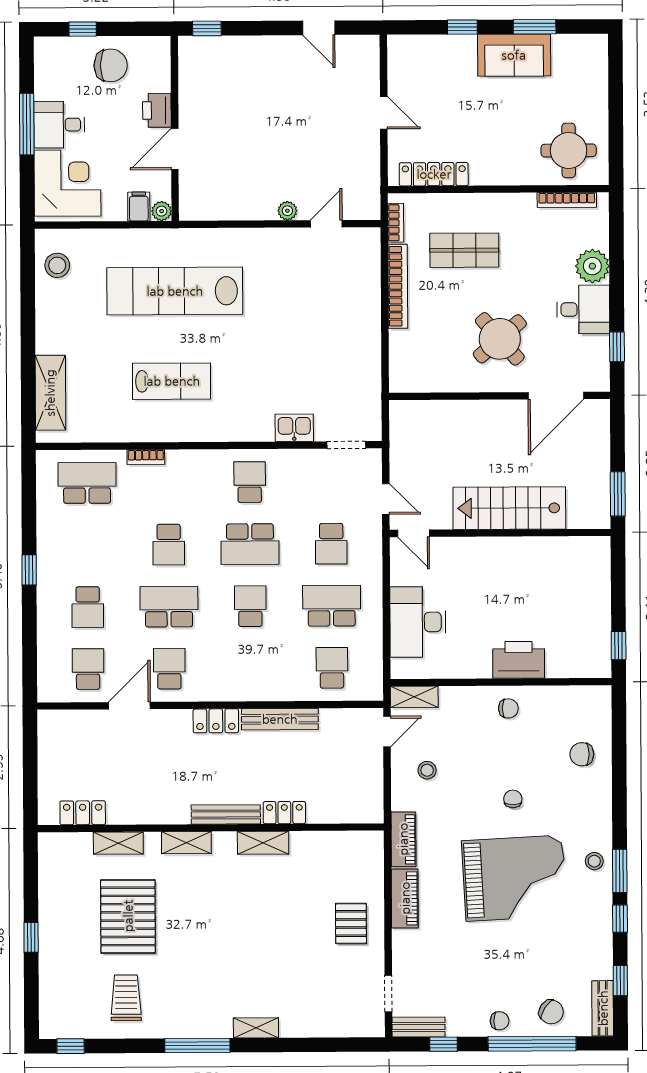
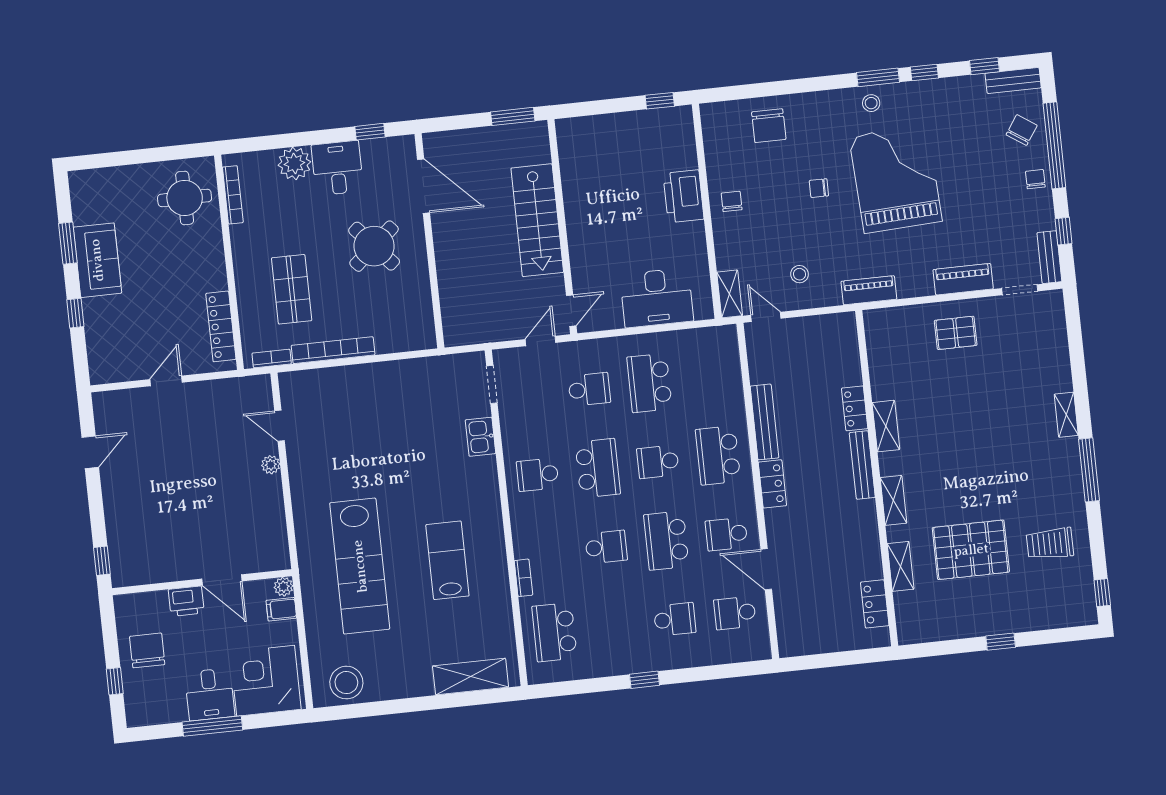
stool: (57, 265) -> (346, 683), width x1.38, depth x1.38
school desk: (332, 668) -> (718, 455), moved, width x1.85
chair: (582, 754) -> (769, 126), width x1.37, depth x1.37
piano: (405, 898) -> (963, 279), moved

